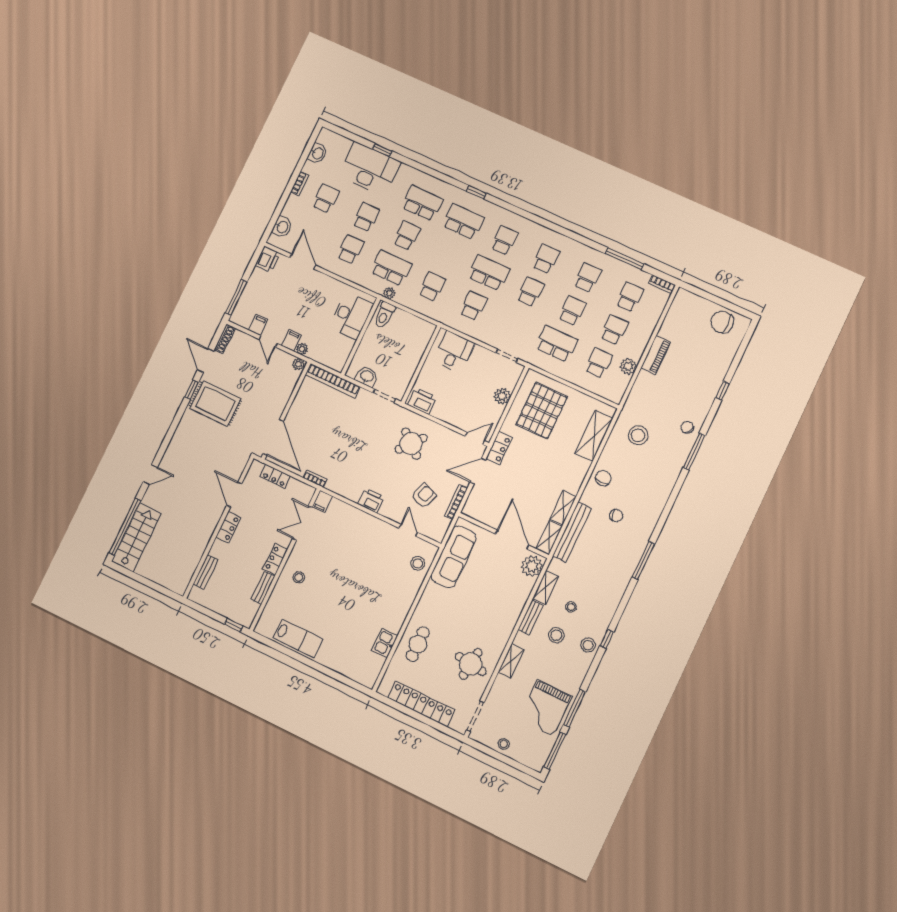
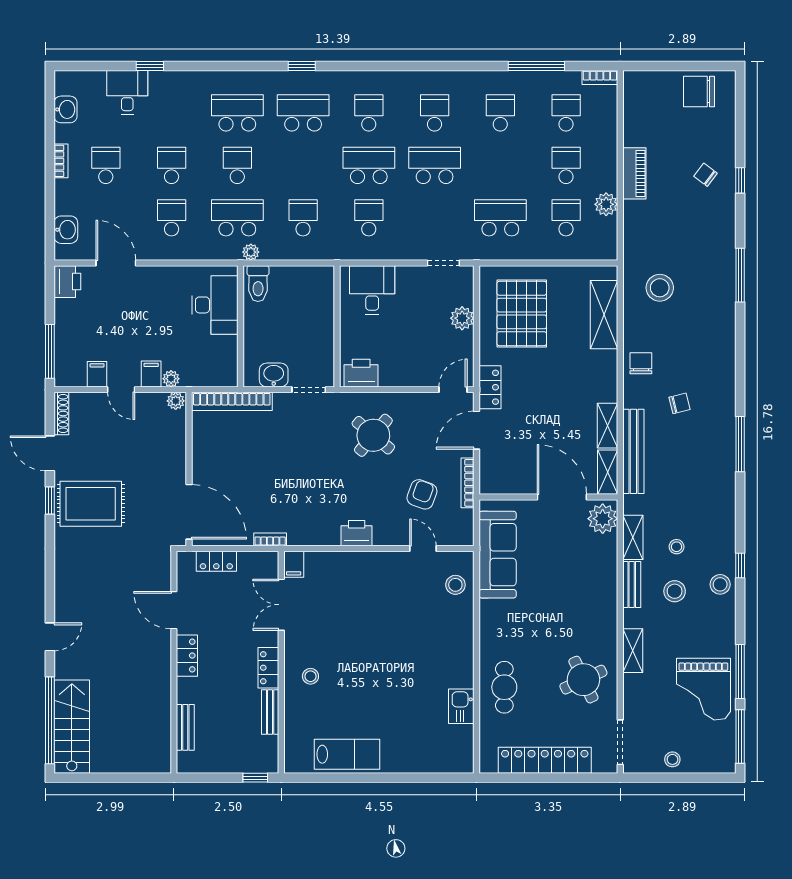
desk: (369, 169) -> (127, 92), width x0.53, depth x0.77
school desk: (530, 292) -> (435, 165), width x1.85
school desk: (572, 311) -> (500, 165), removed
chair: (687, 428) -> (706, 175), moved
round table: (471, 664) -> (583, 680), turned -32

